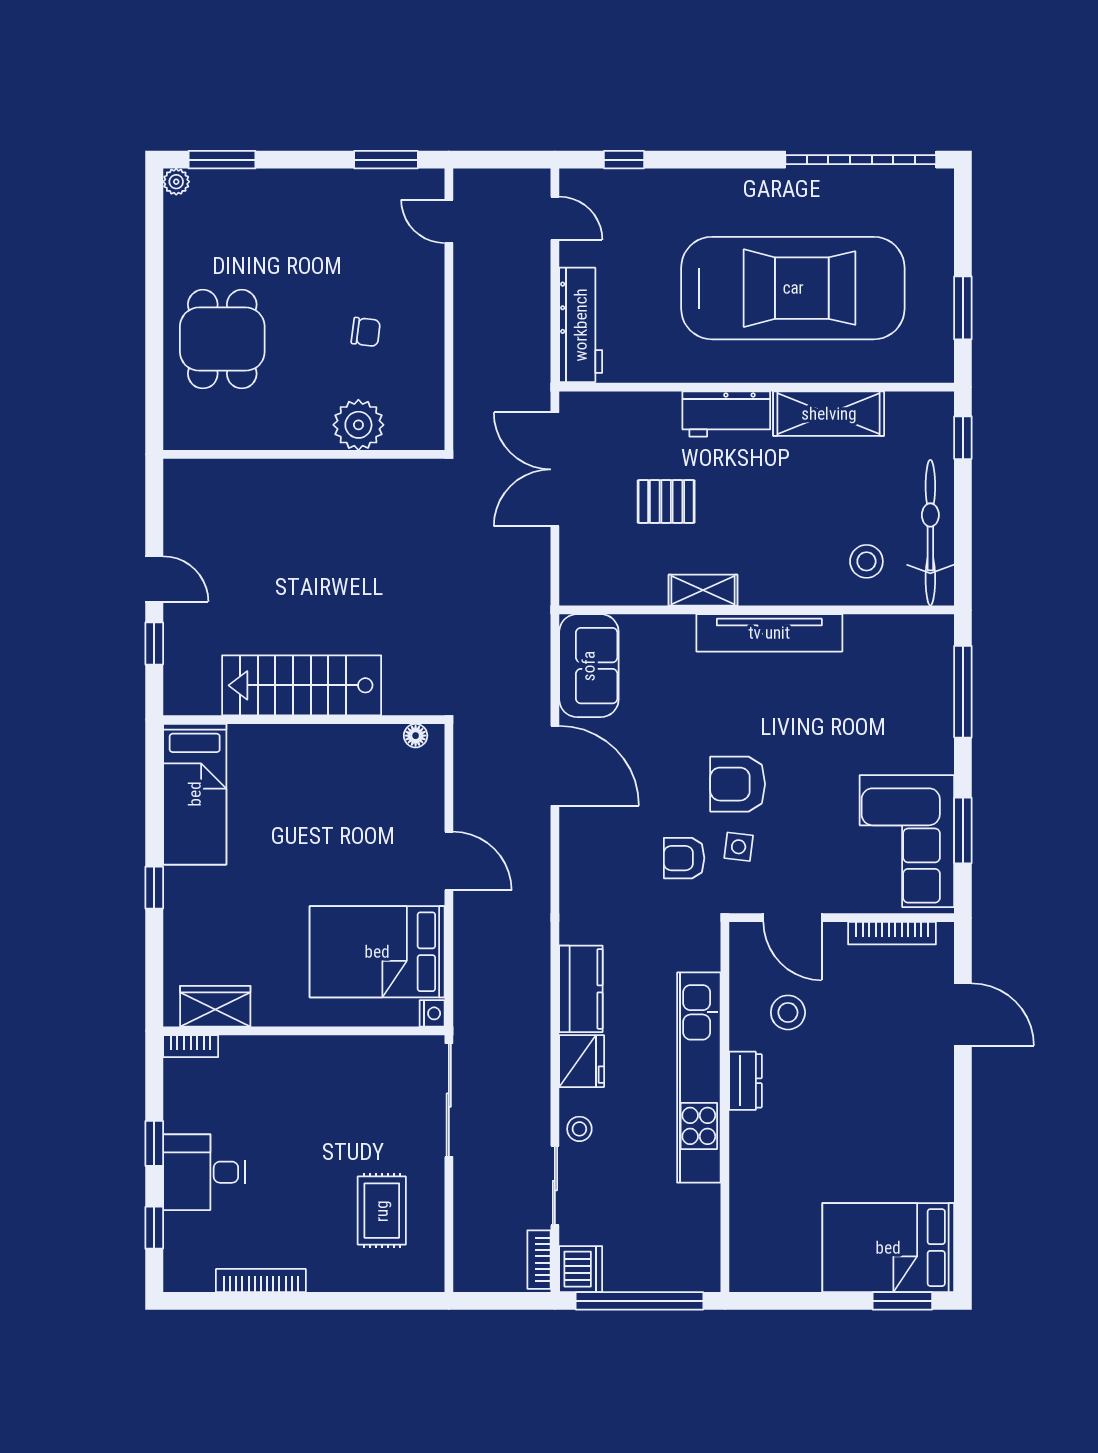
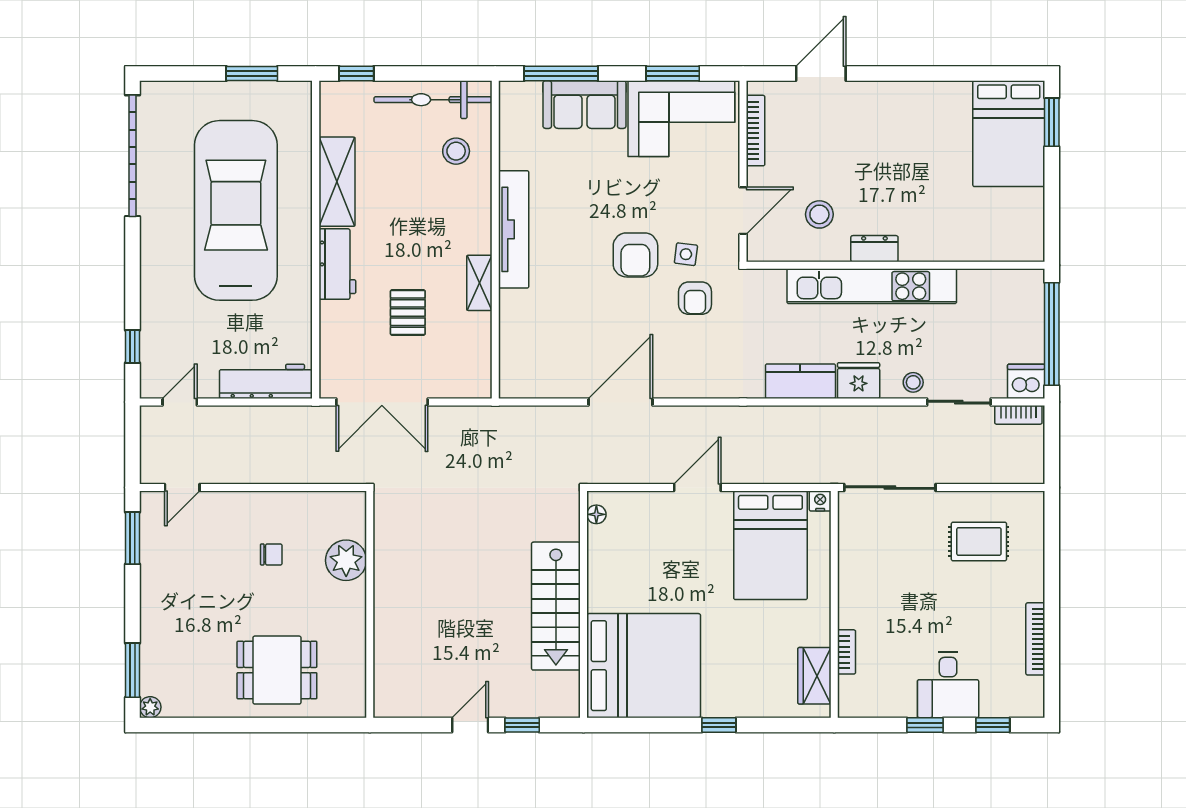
chair: (366, 332) -> (271, 554), turned 83
sofa: (589, 666) -> (584, 105), moved, turned 180
bed: (195, 794) -> (644, 666), width x2.04
bookcase: (191, 1046) -> (847, 652), moved

